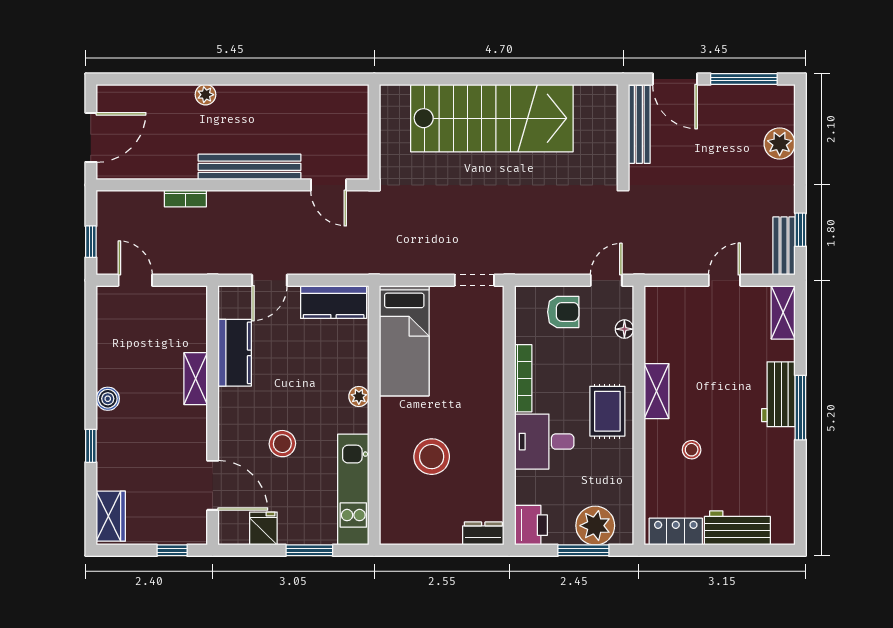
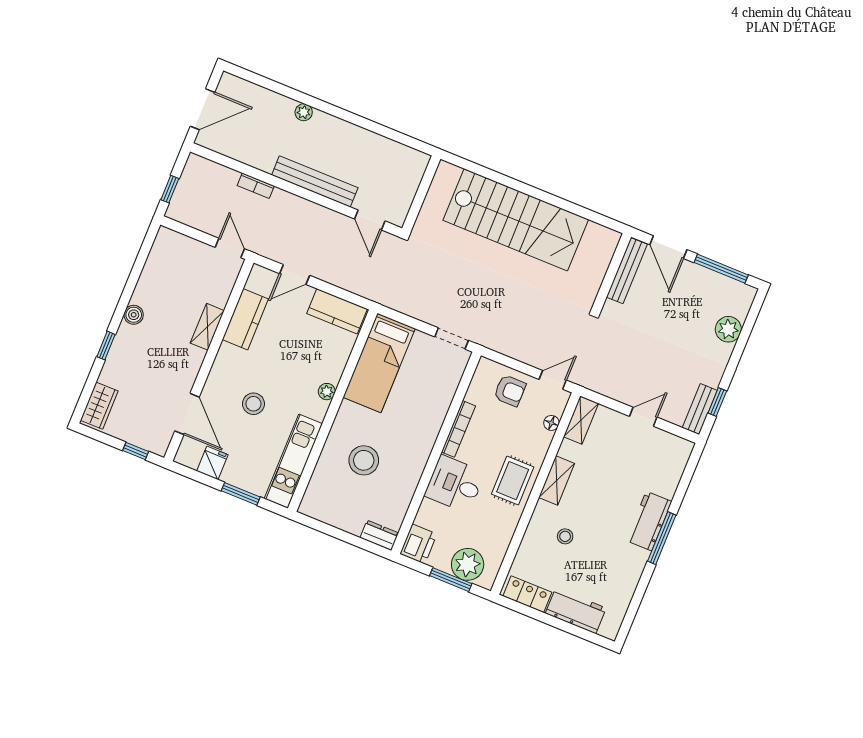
door: (135, 280) -> (230, 248), moved
shelving: (783, 312) -> (581, 420), moved

